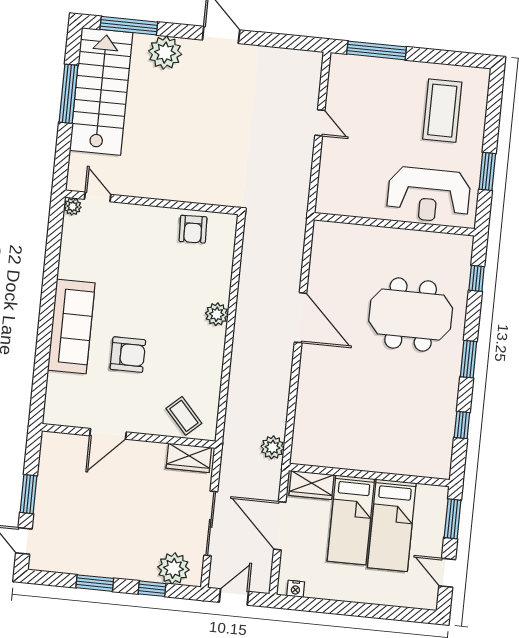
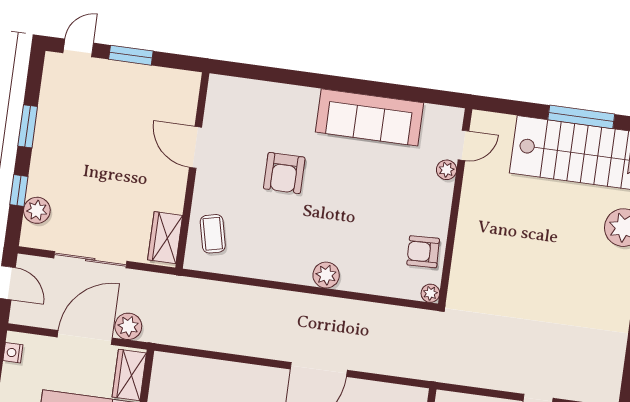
plant: (73, 206) -> (446, 170), moved
plant: (229, 221) -> (430, 293), added
sofa: (71, 327) -> (369, 117), moved
coffee table: (184, 416) -> (213, 234), turned -61
plant: (272, 447) -> (128, 326), moved
plant: (173, 568) -> (37, 210), width x0.73, depth x0.73

